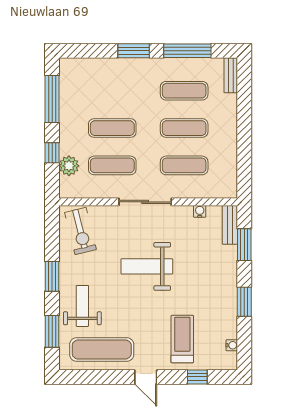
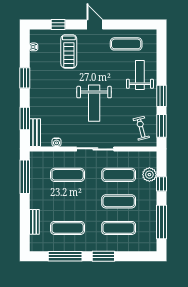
bench: (231, 75) -> (34, 222), moved
exercise mat: (184, 128) -> (119, 228), moved
window: (244, 163) -> (25, 177), added
exercise bike: (81, 231) -> (141, 128), width x0.73, depth x0.72
weight bench: (147, 266) -> (94, 103), turned 90
weight bench: (82, 306) -> (140, 75), turned 180
window: (52, 331) -> (161, 126), moved
exercise mat: (102, 349) -> (126, 44), width x0.73, depth x0.69

